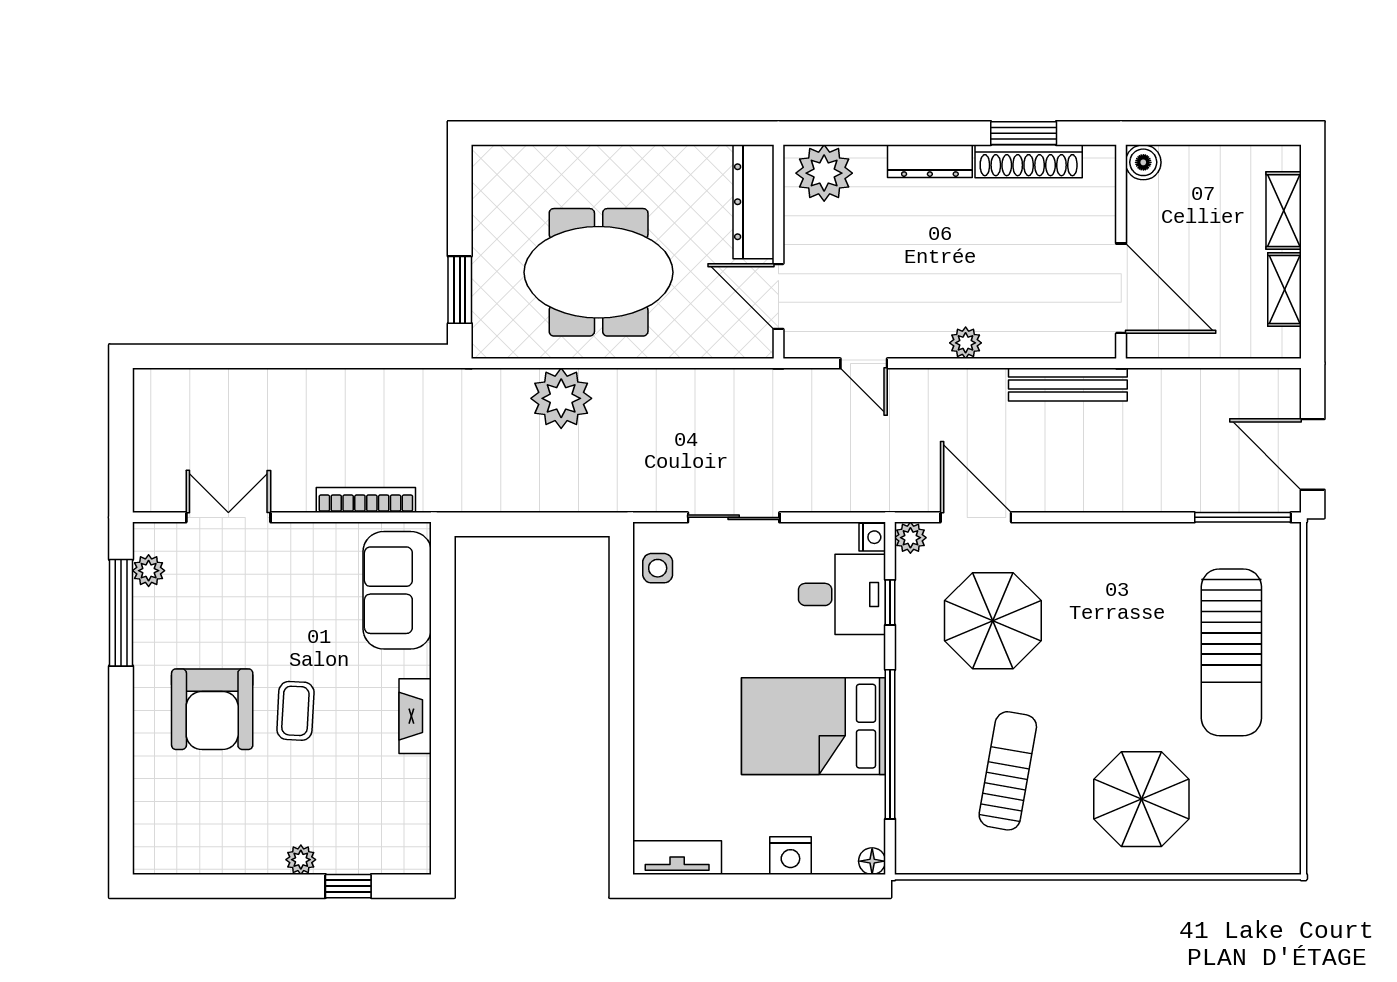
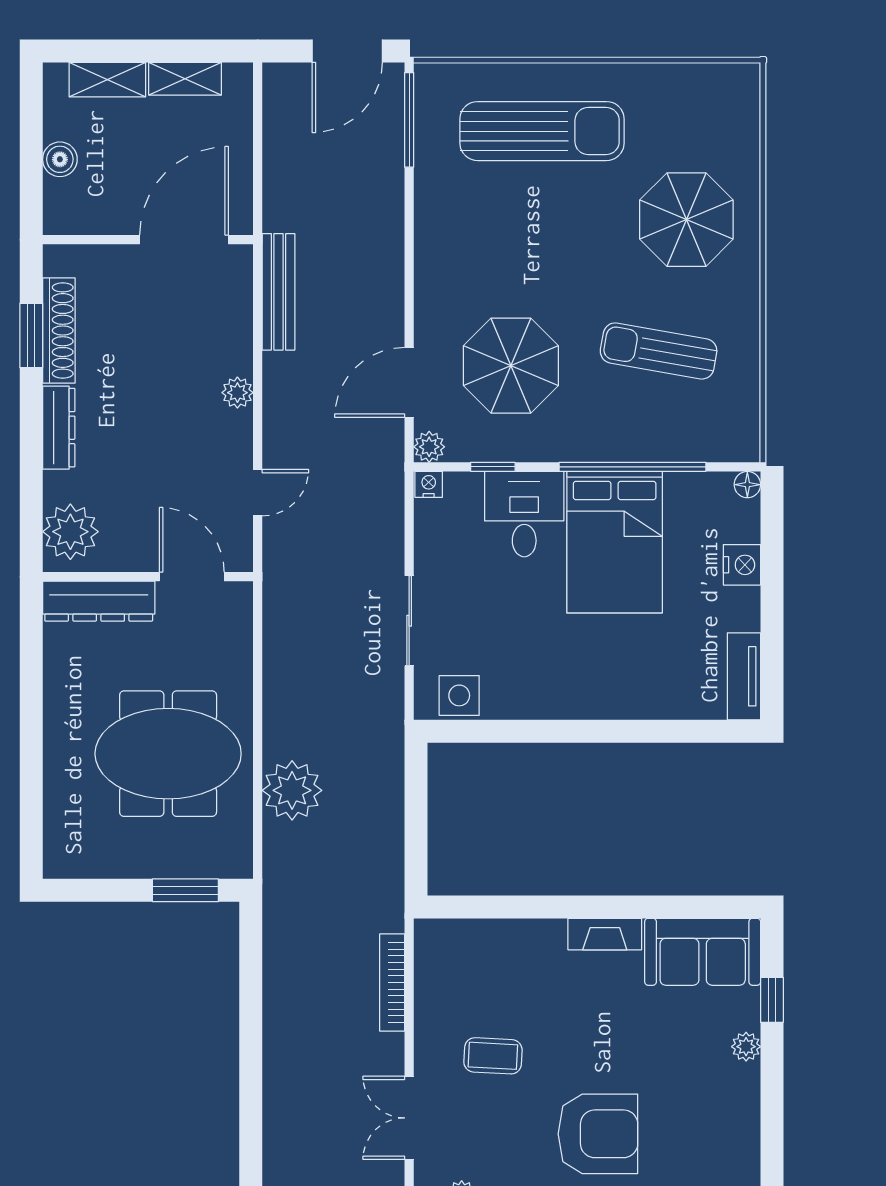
boiler: (1143, 162) -> (60, 159), moved
meeting table: (599, 272) -> (168, 754), turned 90
door: (778, 296) -> (192, 577), swing flipped
side table: (658, 568) -> (459, 695), width x1.37, depth x1.37
sofa: (397, 590) -> (703, 952), moved
desk: (842, 594) -> (524, 514), moved
coffee table: (295, 711) -> (493, 1056), moved

